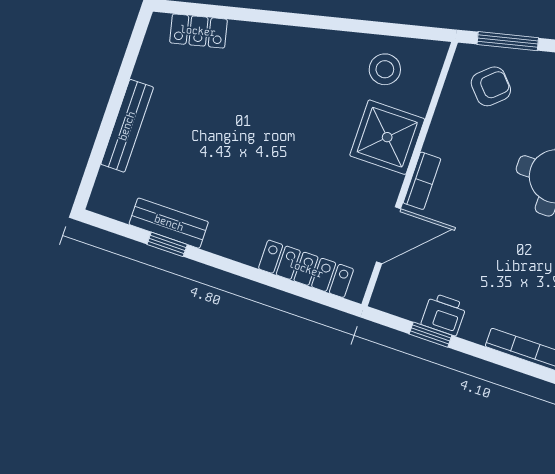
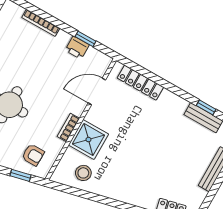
window: (508, 41) -> (21, 175), width x0.67
armchair: (491, 86) -> (33, 155), turned -138
bookcase: (422, 181) -> (68, 127), moved

